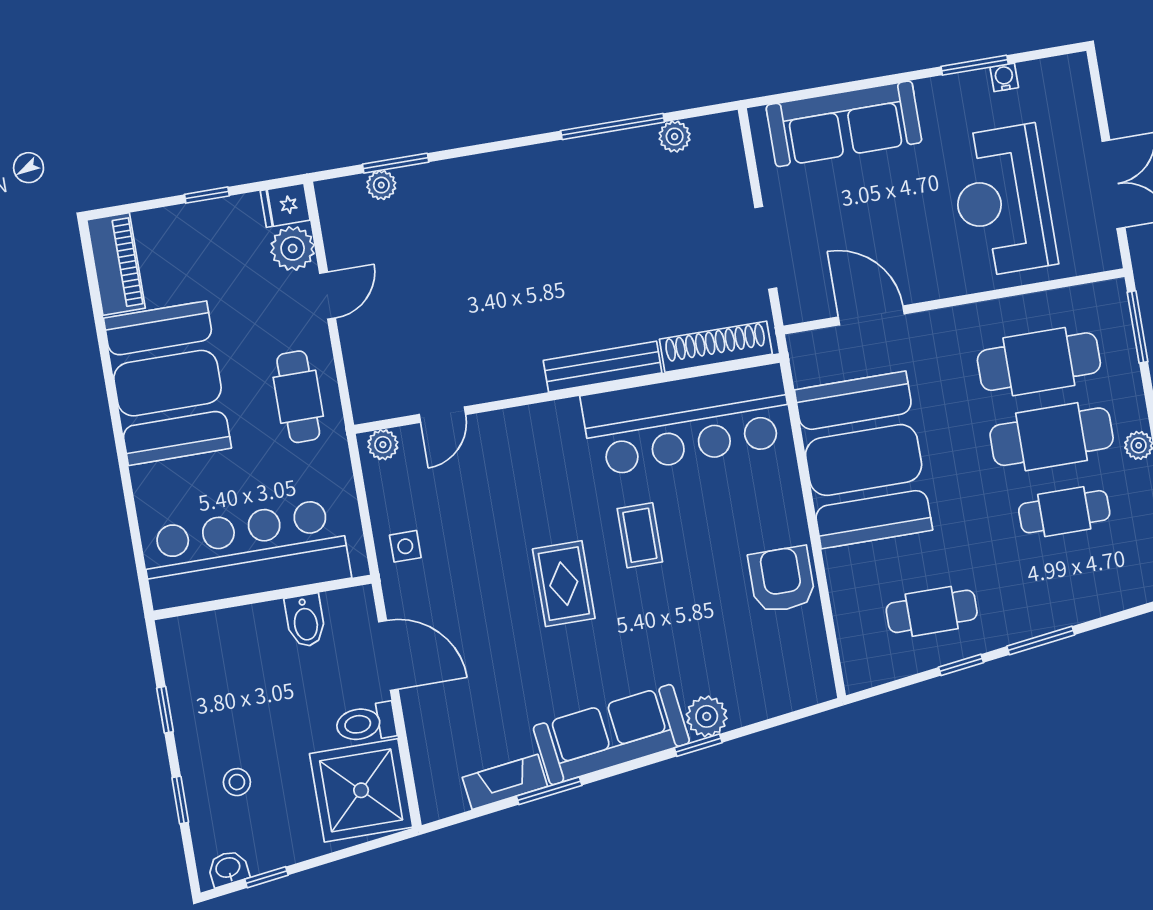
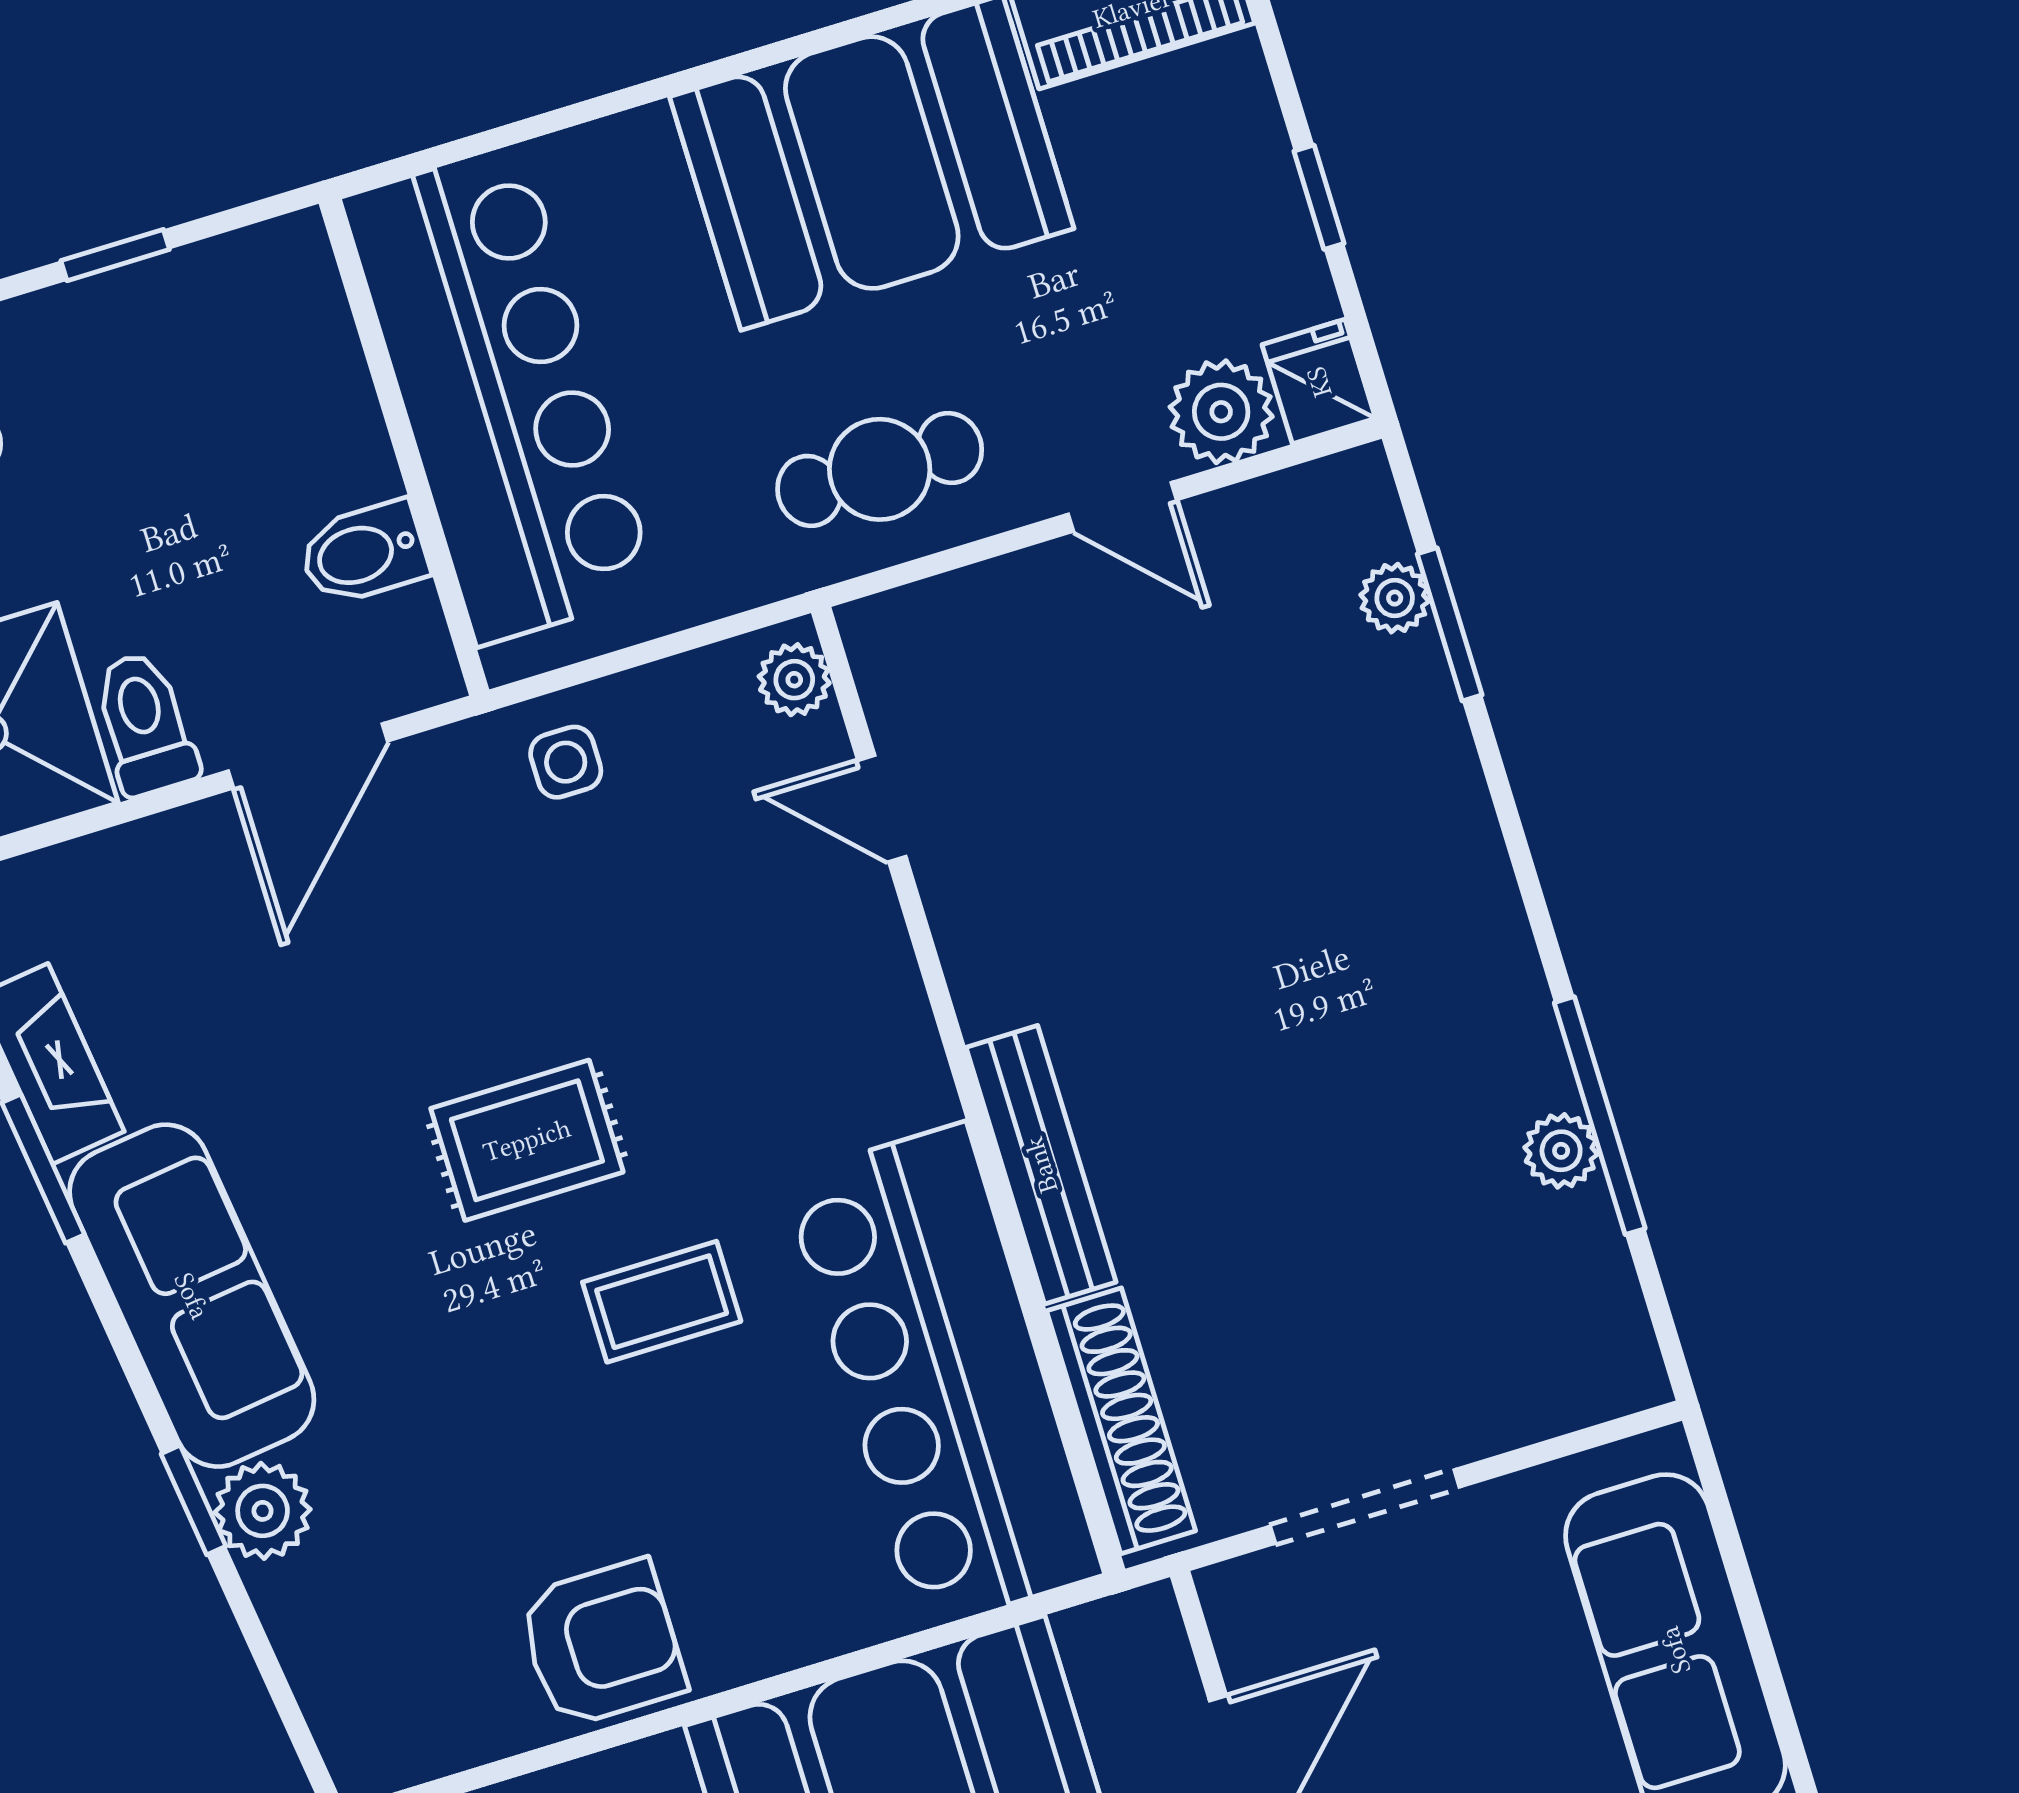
plant: (675, 136) -> (1561, 1151), moved

